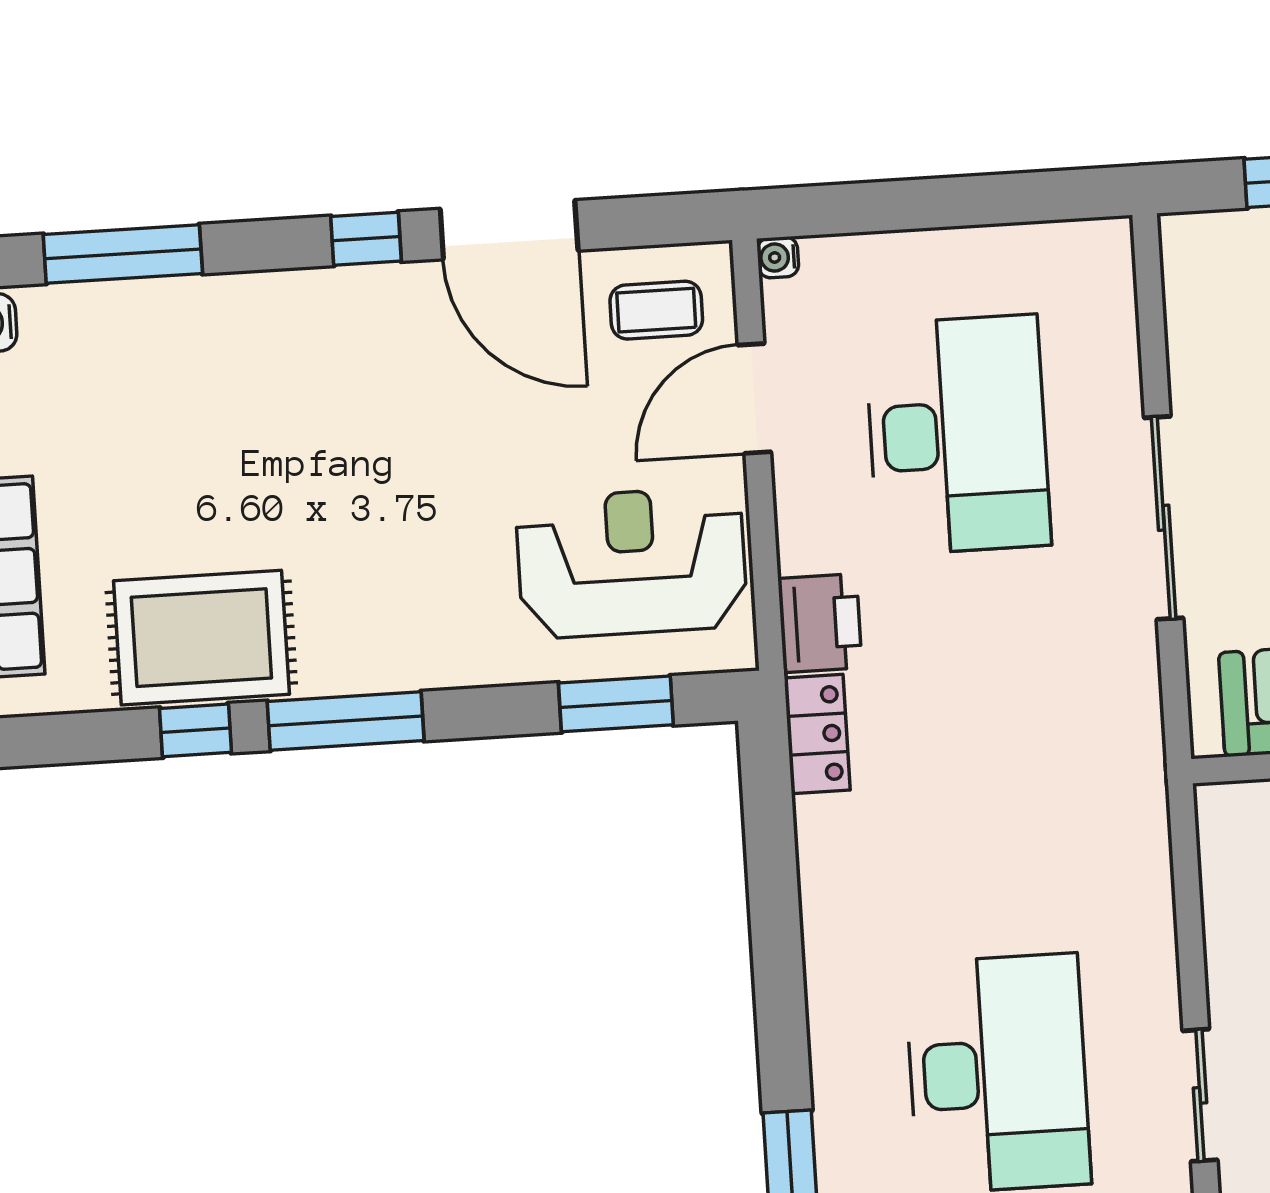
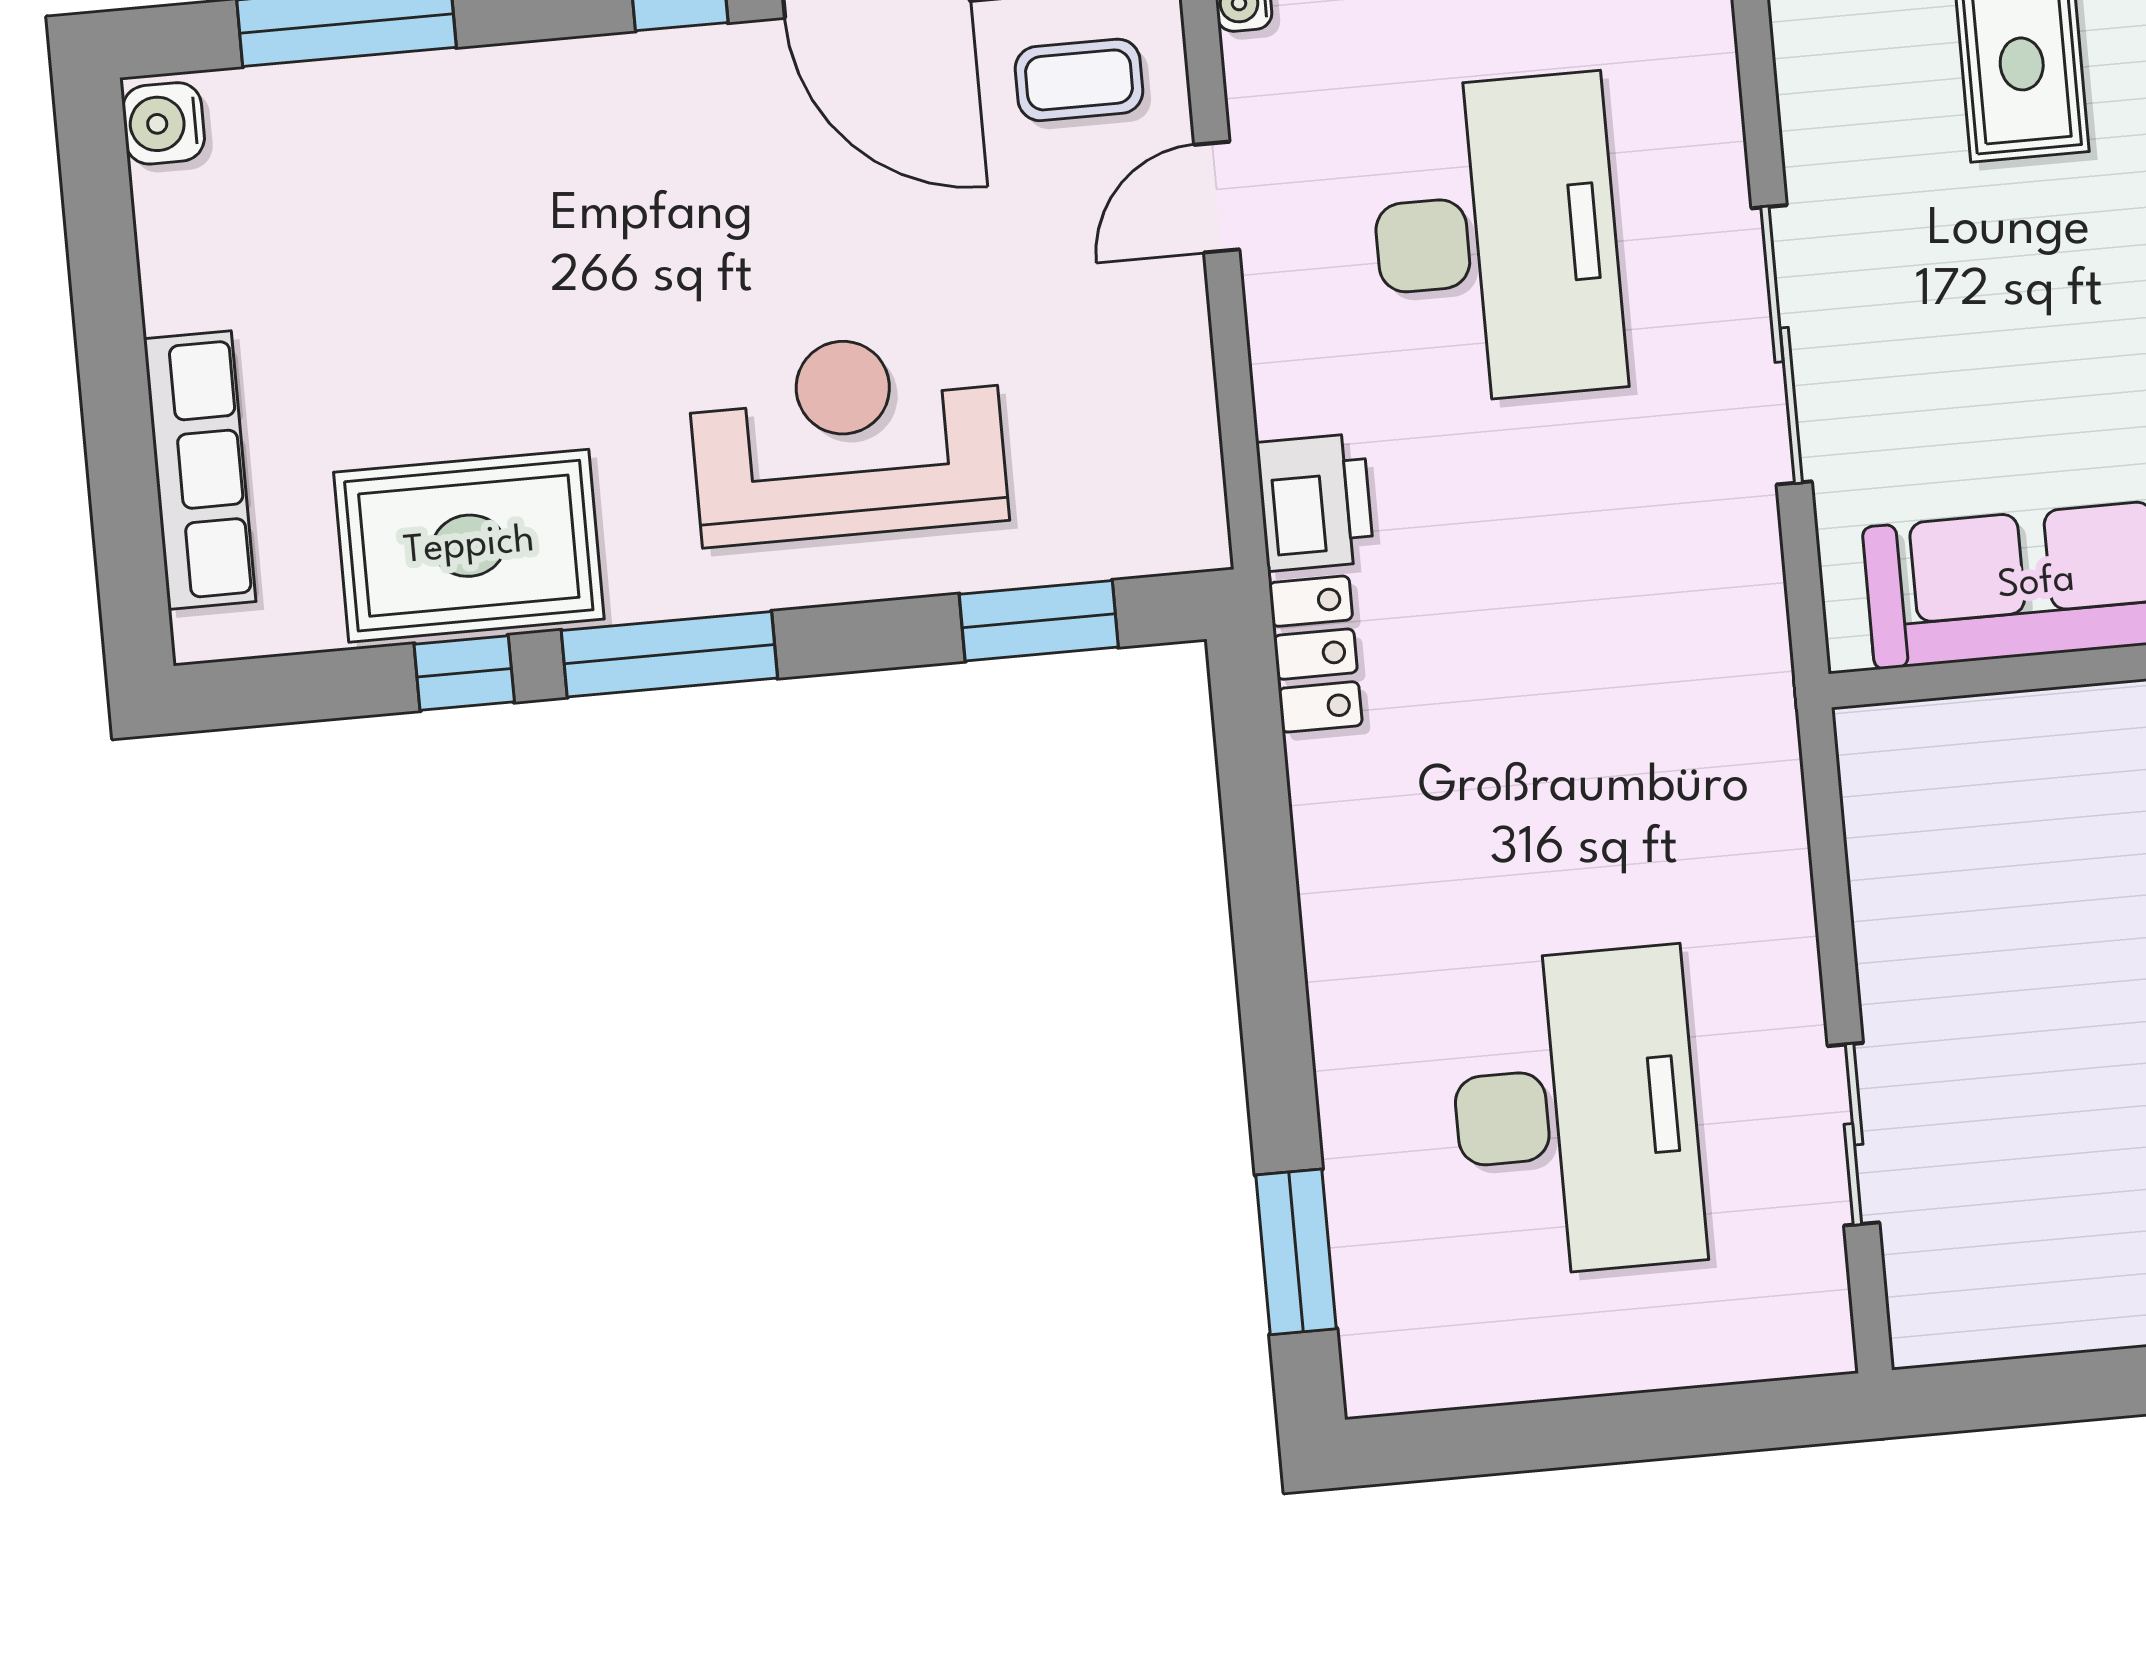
door: (754, 398) -> (1217, 197), width x0.73
reception desk: (631, 563) -> (847, 438), moved

